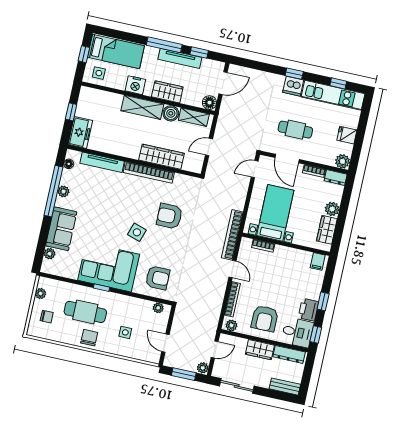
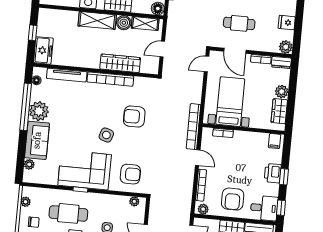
plant: (63, 191) -> (39, 111), width x1.88, depth x1.88
printer: (308, 310) -> (273, 173), moved

